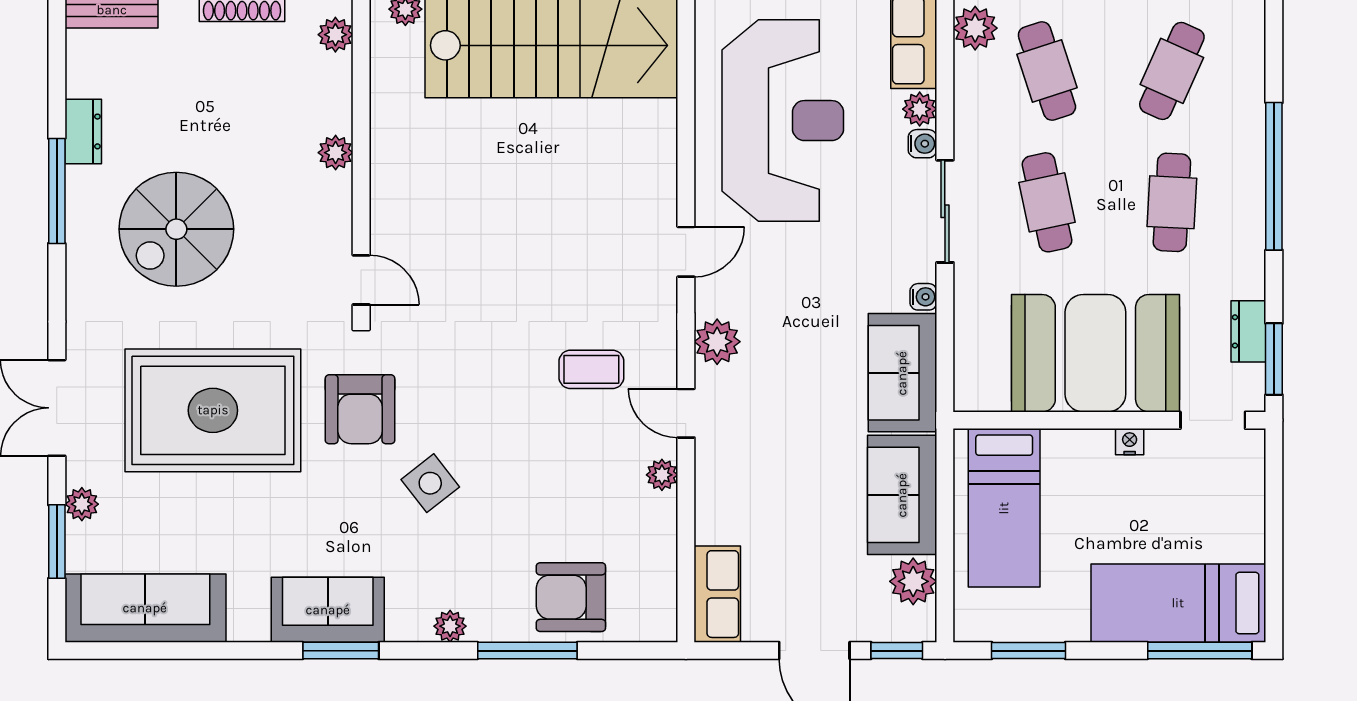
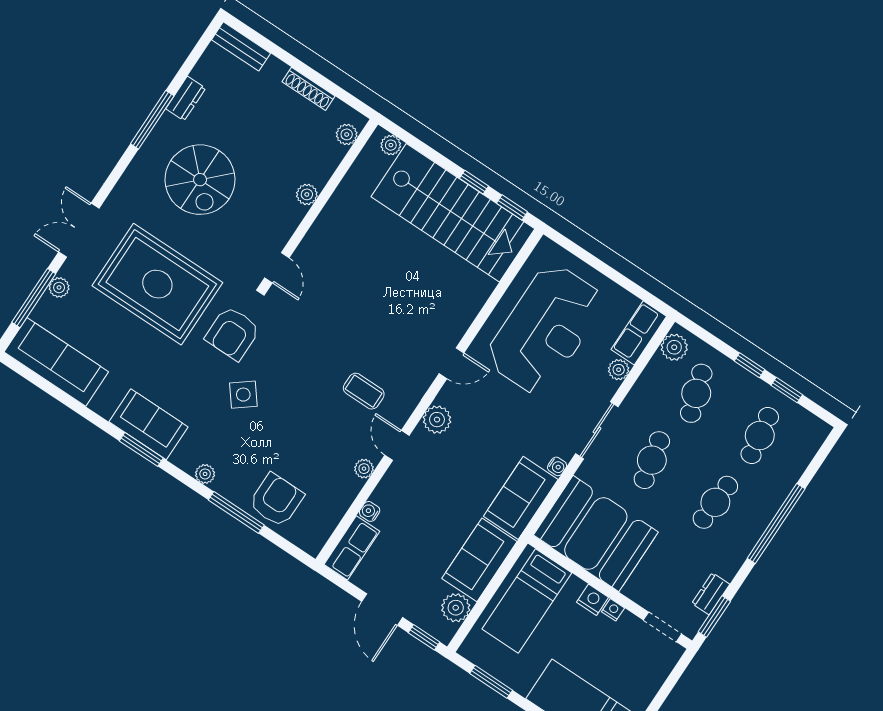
cafe table: (1172, 71) -> (760, 436), turned -33
water cooler: (923, 144) -> (370, 511), moved, turned 180
spiral stairs: (176, 229) -> (200, 180), turned -90
booth: (1095, 353) -> (596, 533), moved
nightstand: (1093, 447) -> (592, 600), added
window: (57, 542) -> (34, 298), width x1.44
armchair: (571, 597) -> (276, 500), turned 90

